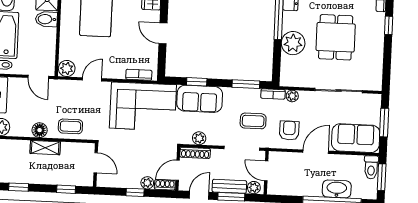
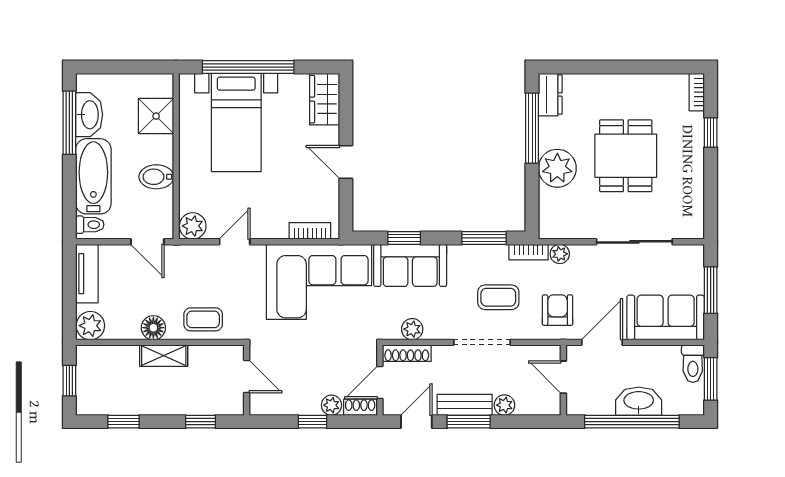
bidet: (46, 19) -> (156, 177), moved
door: (266, 171) -> (563, 377), moved
wall: (266, 173) -> (563, 380), moved

